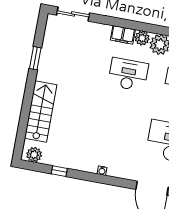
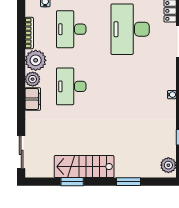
stairs: (41, 111) -> (84, 167), moved
window: (25, 113) -> (129, 182), added

